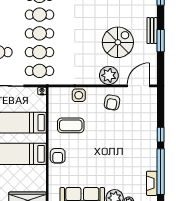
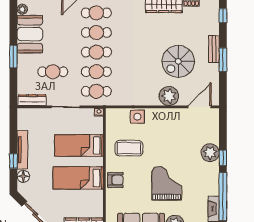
spiral stairs: (118, 42) -> (178, 61), turned 180
armchair: (112, 102) -> (172, 124), removed
plant: (148, 130) -> (210, 153), added
armchair: (58, 156) -> (115, 180), turned -90
grand piano: (107, 159) -> (167, 183), added

